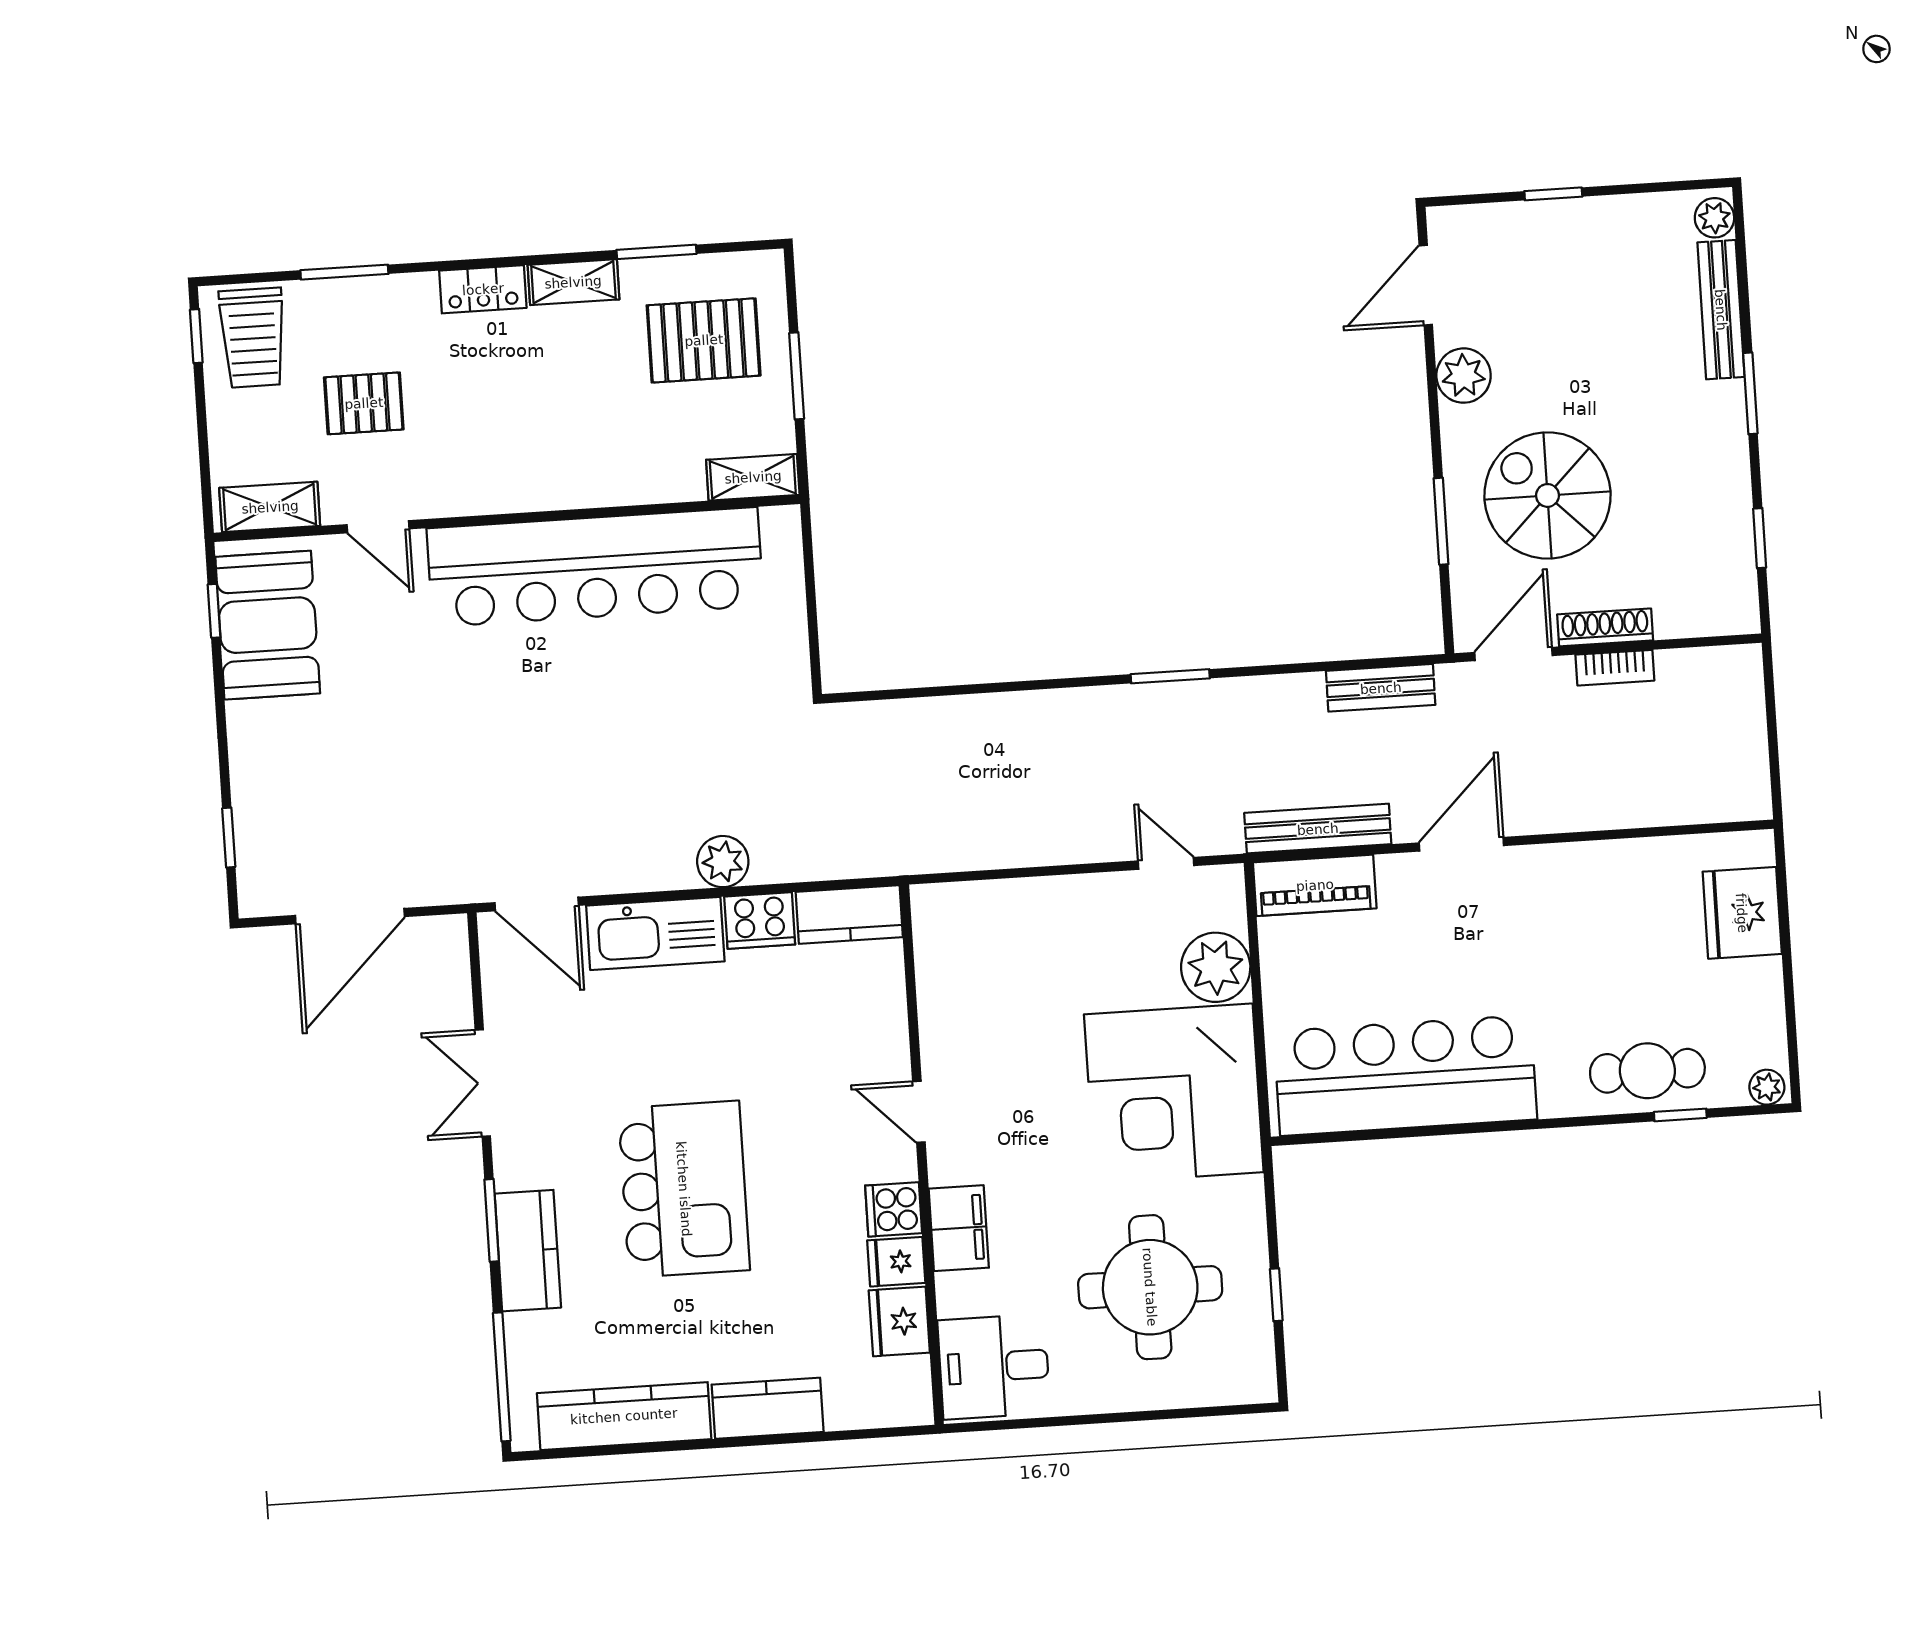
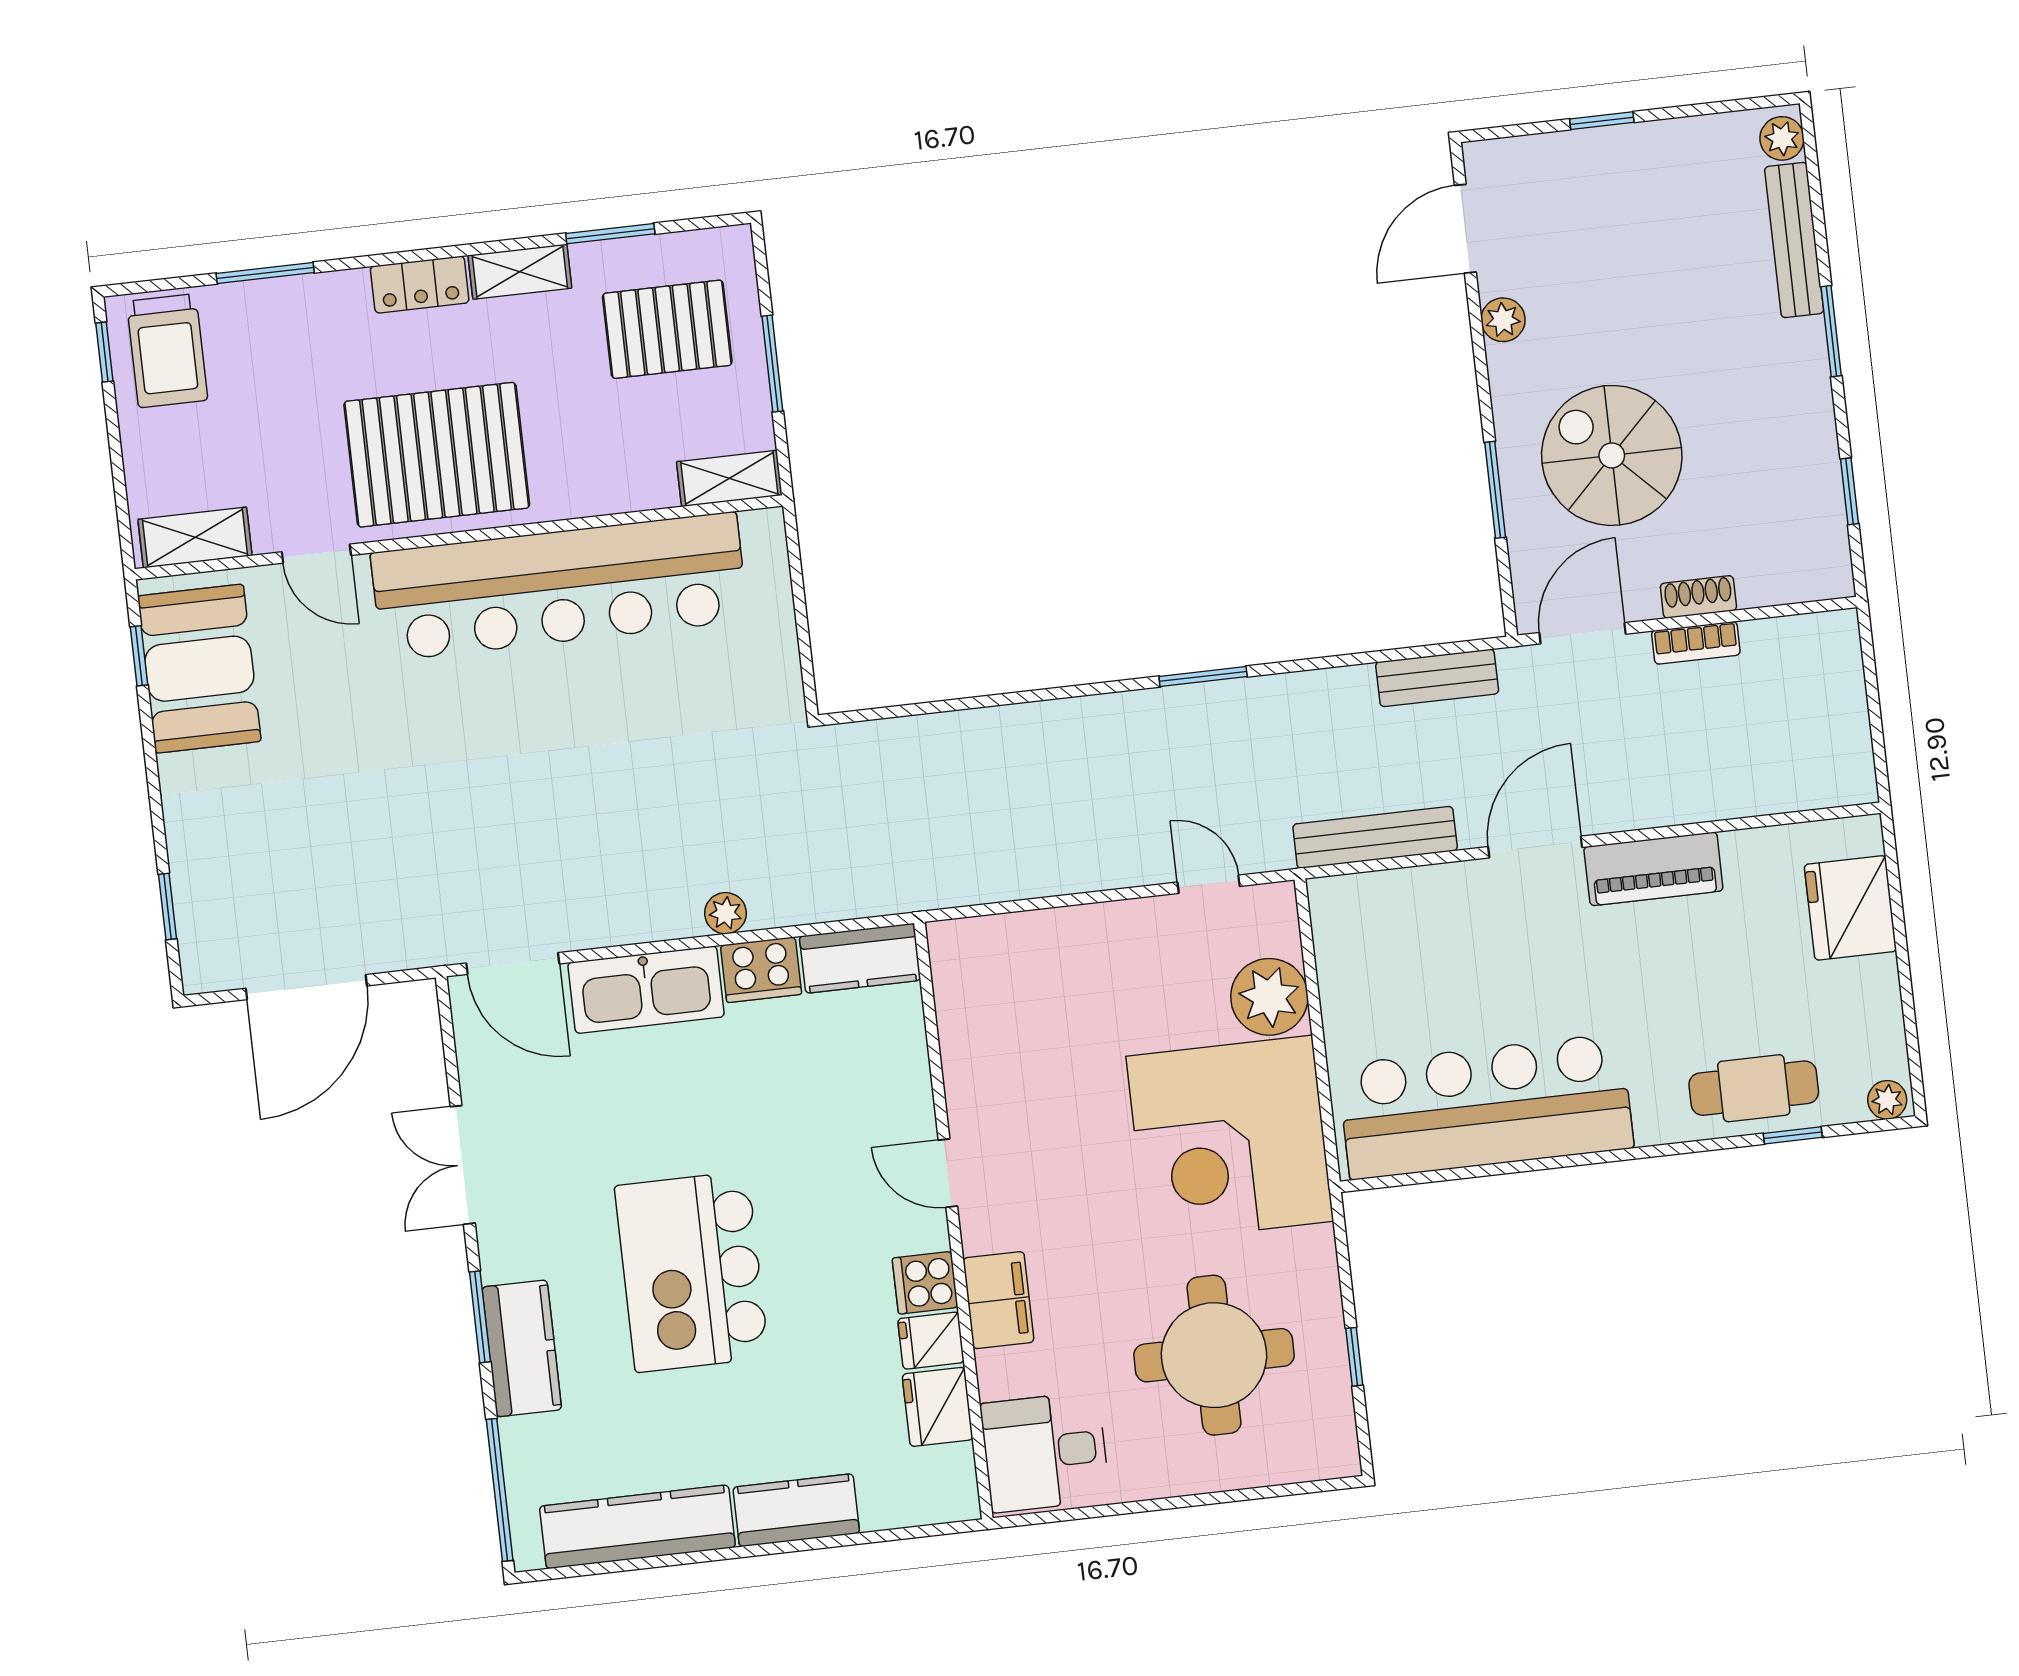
plant: (1464, 376) -> (1503, 320), width x0.73, depth x0.73
pallet: (364, 403) -> (437, 455), moved, width x2.05, depth x2.00
shoe rack: (1605, 627) -> (1698, 597), width x0.70
plant: (723, 862) -> (725, 913), width x0.73, depth x0.73
piano: (1315, 885) -> (1653, 869), moved
kitchen island: (684, 1189) -> (692, 1272), turned 180

